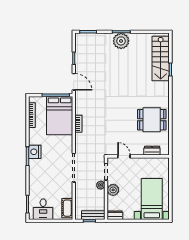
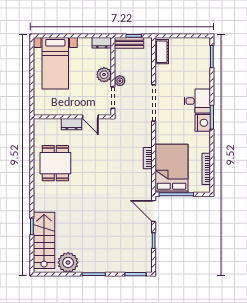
plant: (121, 41) -> (68, 262), moved
dining table: (152, 120) -> (55, 163), turned 90
dresser: (152, 151) -> (72, 124), moved
desk: (43, 209) -> (197, 101), moved, turned 90

